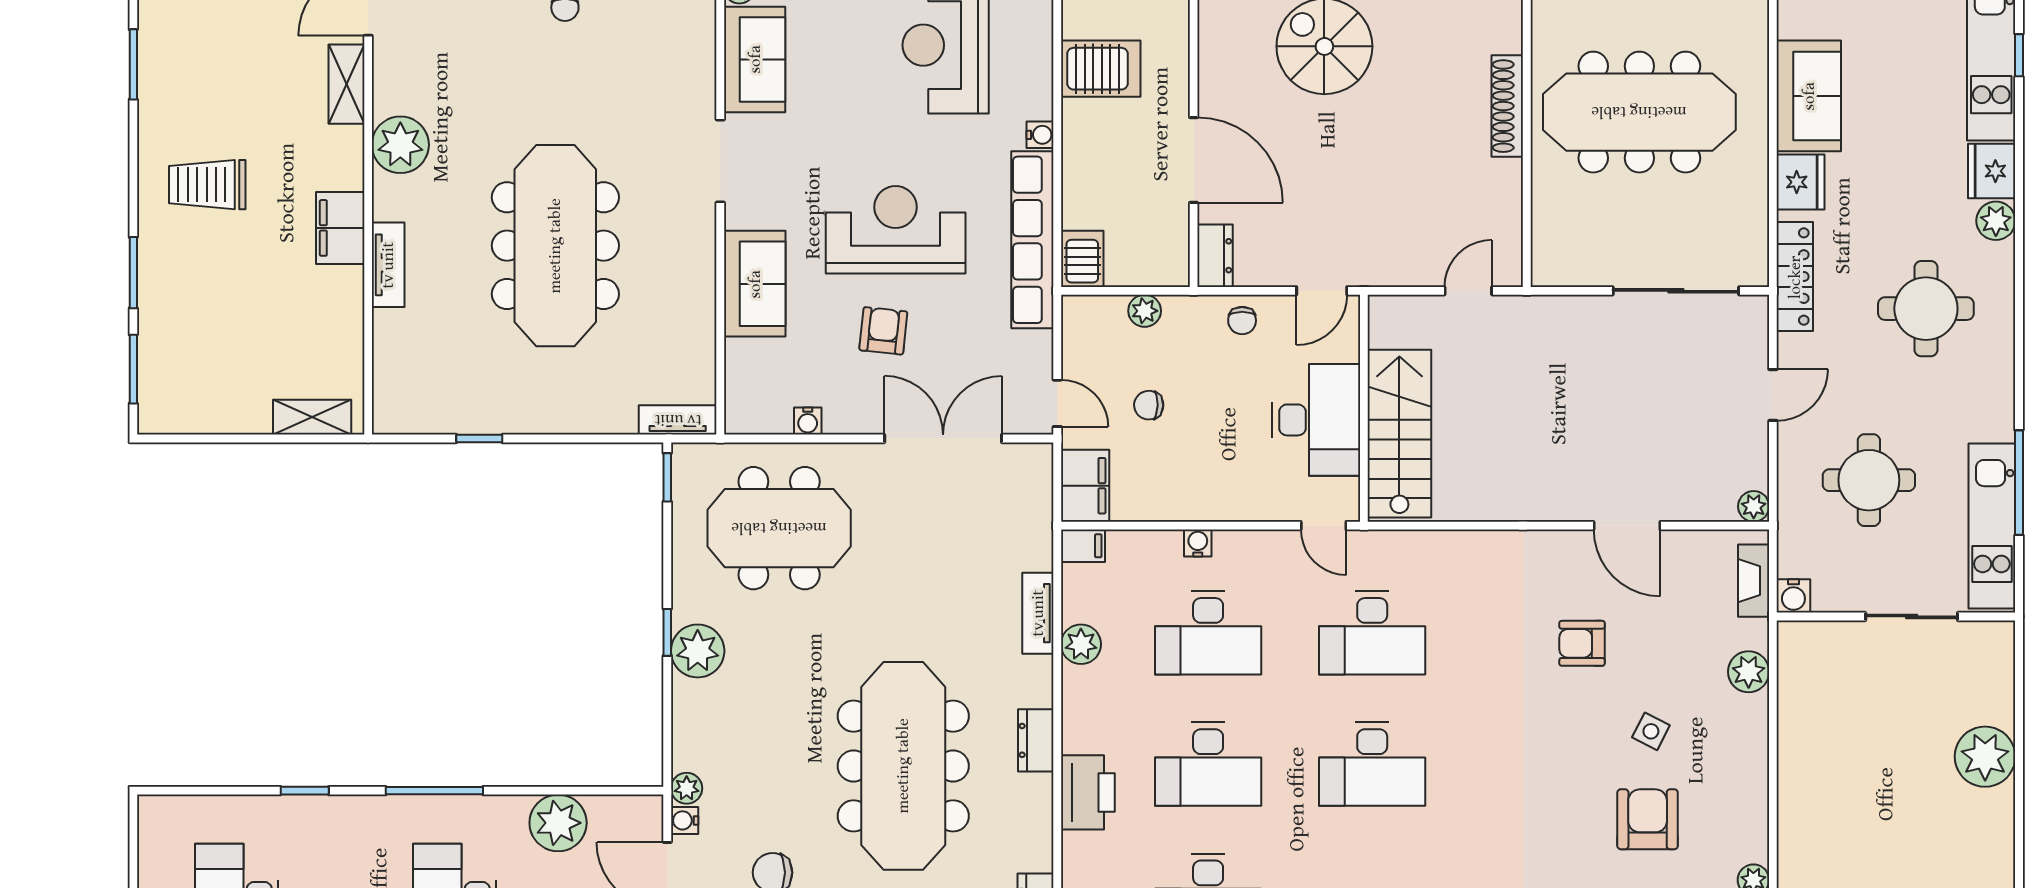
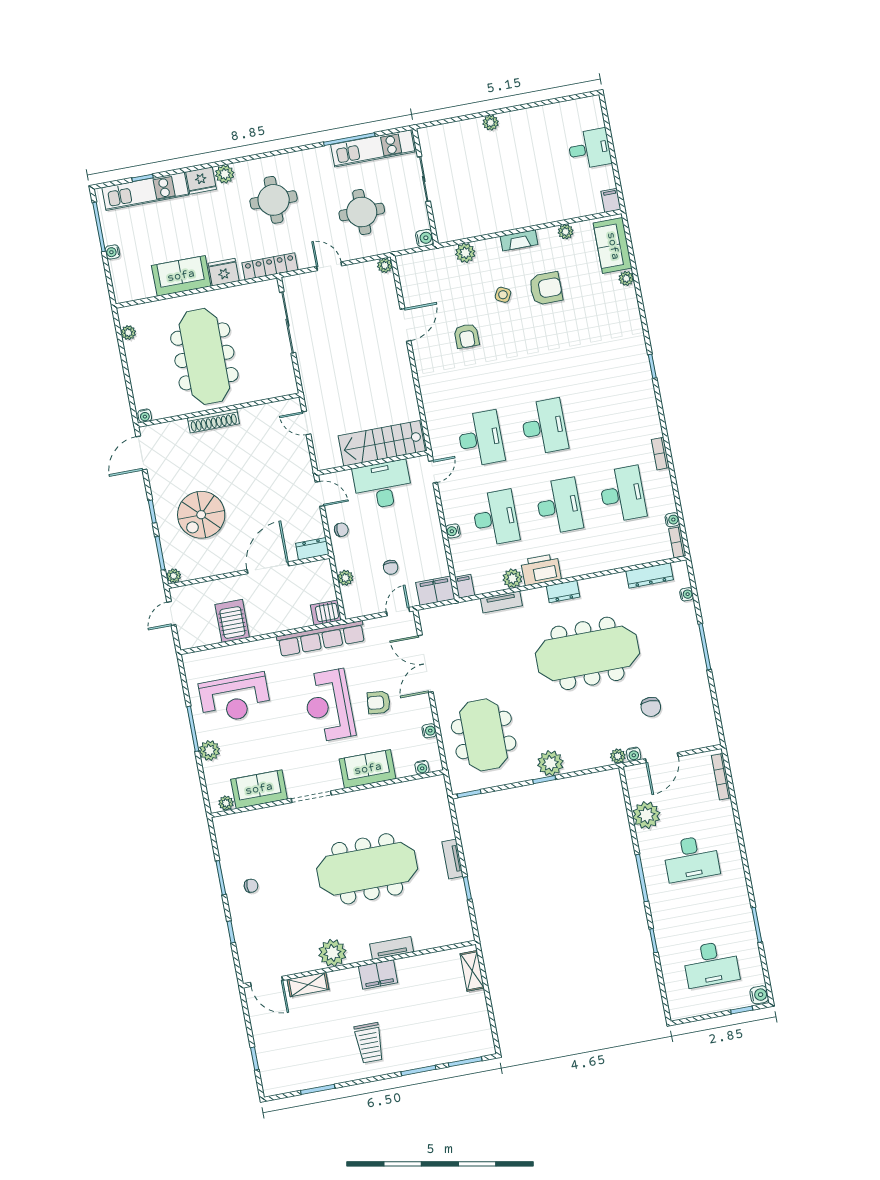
water cooler: (1040, 135) -> (422, 767), moved, turned 180
tv unit: (678, 420) -> (453, 859), moved
fireplace: (1754, 581) -> (519, 240), moved
plant: (1985, 757) -> (491, 123), width x0.53, depth x0.53
printer: (1088, 792) -> (541, 570), moved
armchair: (1648, 819) -> (546, 288), turned 180

